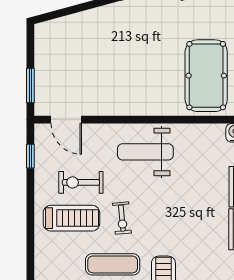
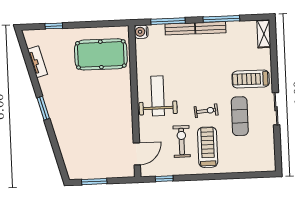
window: (30, 85) -> (94, 182), moved
weight bench: (145, 152) -> (158, 96), turned 180
exercise bike: (81, 182) -> (182, 141), turned 180

